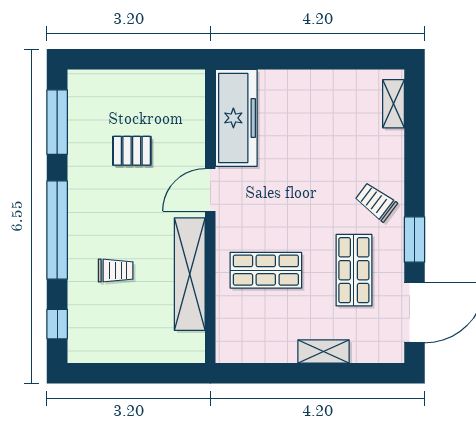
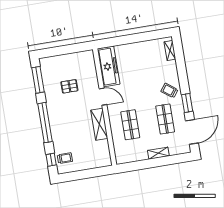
door: (210, 190) -> (103, 97), swing flipped
shop shelf: (266, 270) -> (130, 125), turned 90
trolley: (116, 271) -> (65, 158), moved
shelving: (190, 274) -> (99, 124), width x0.68

